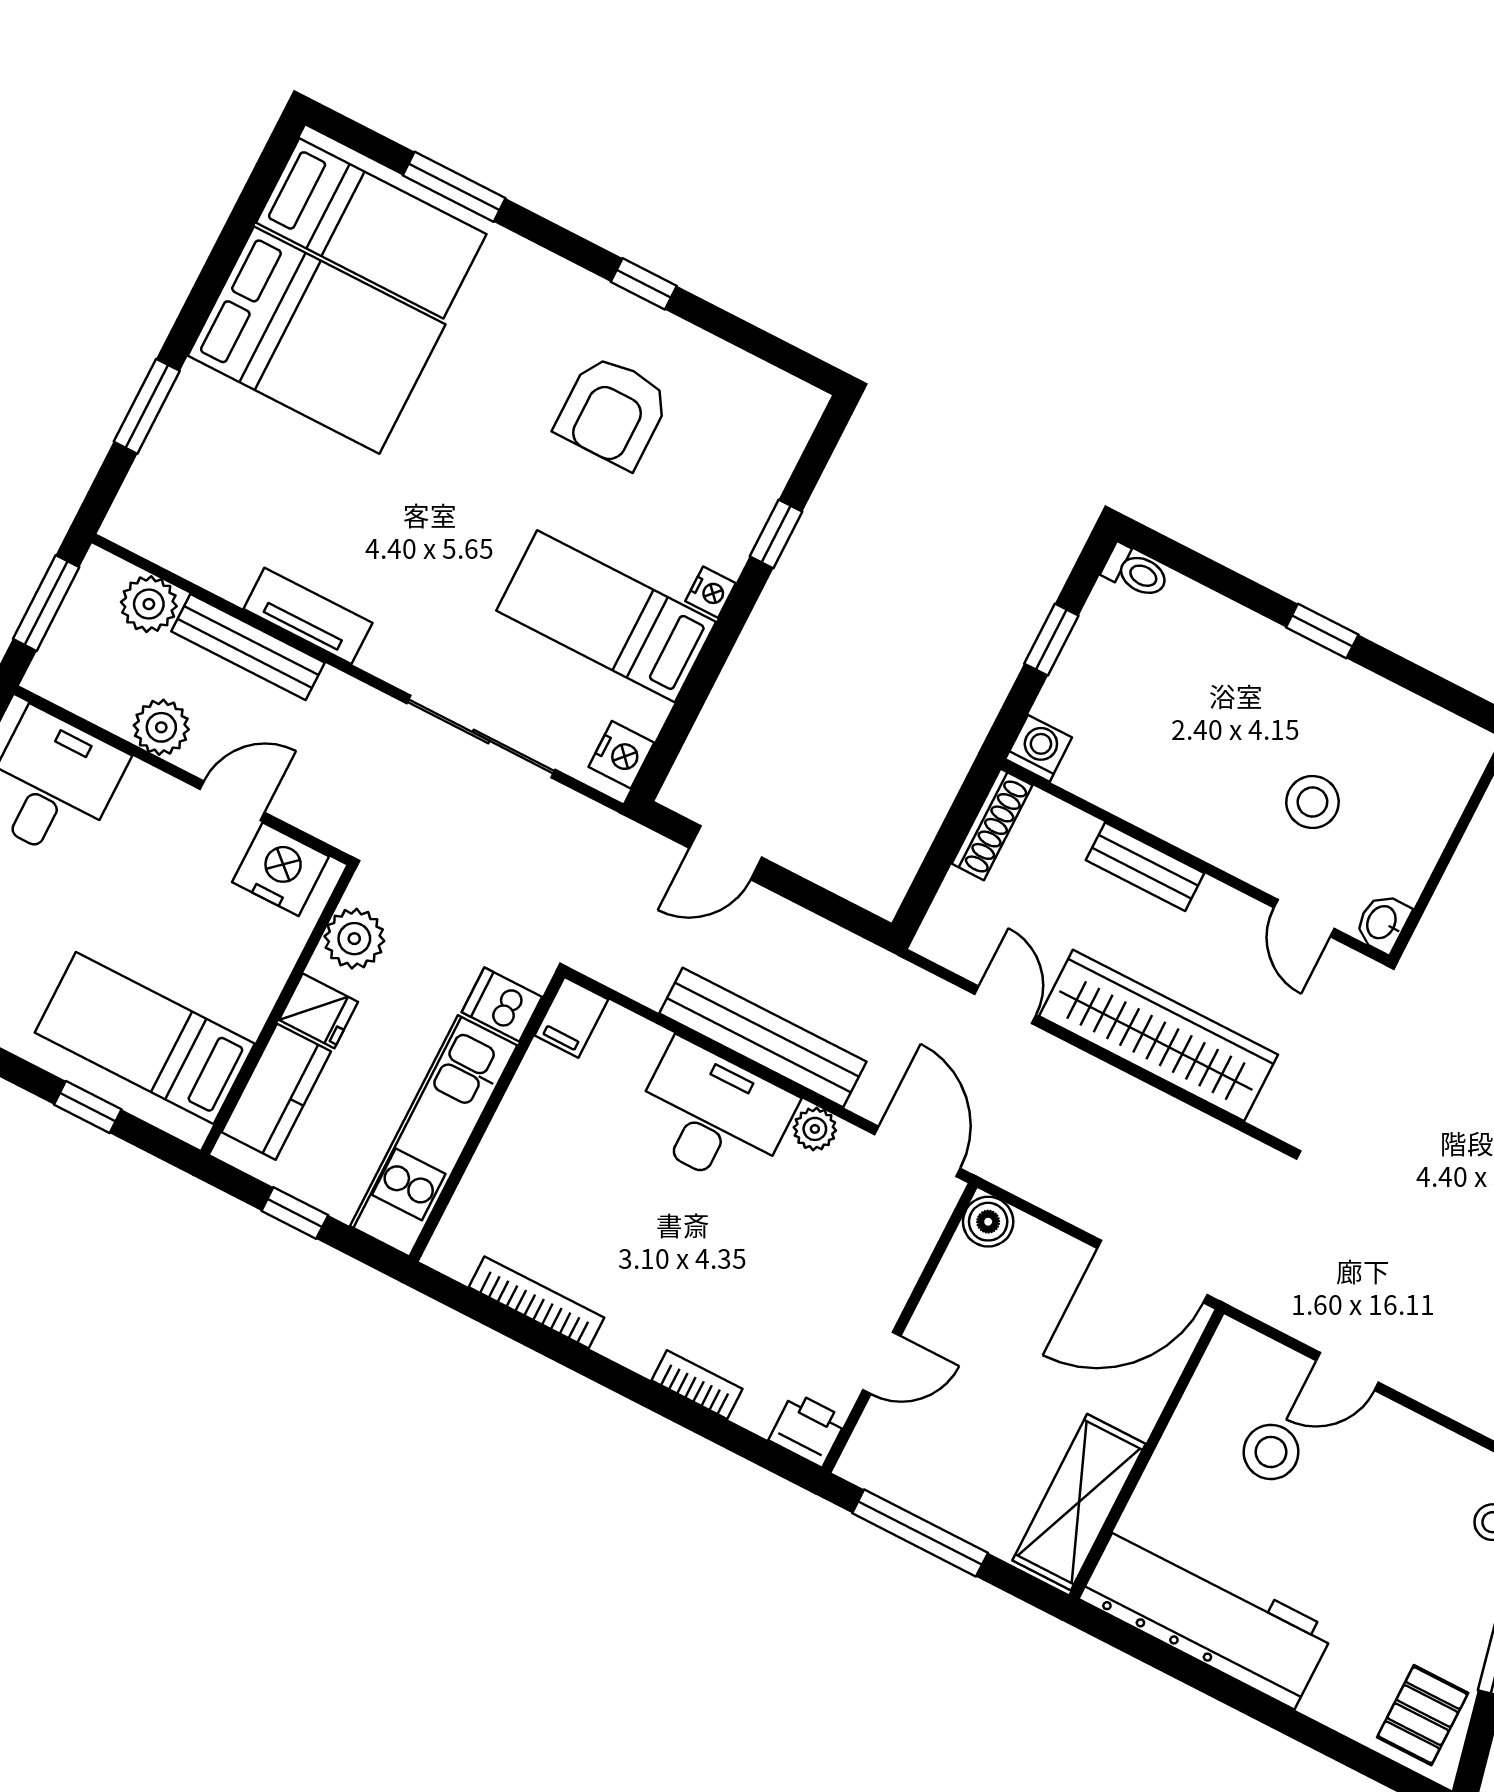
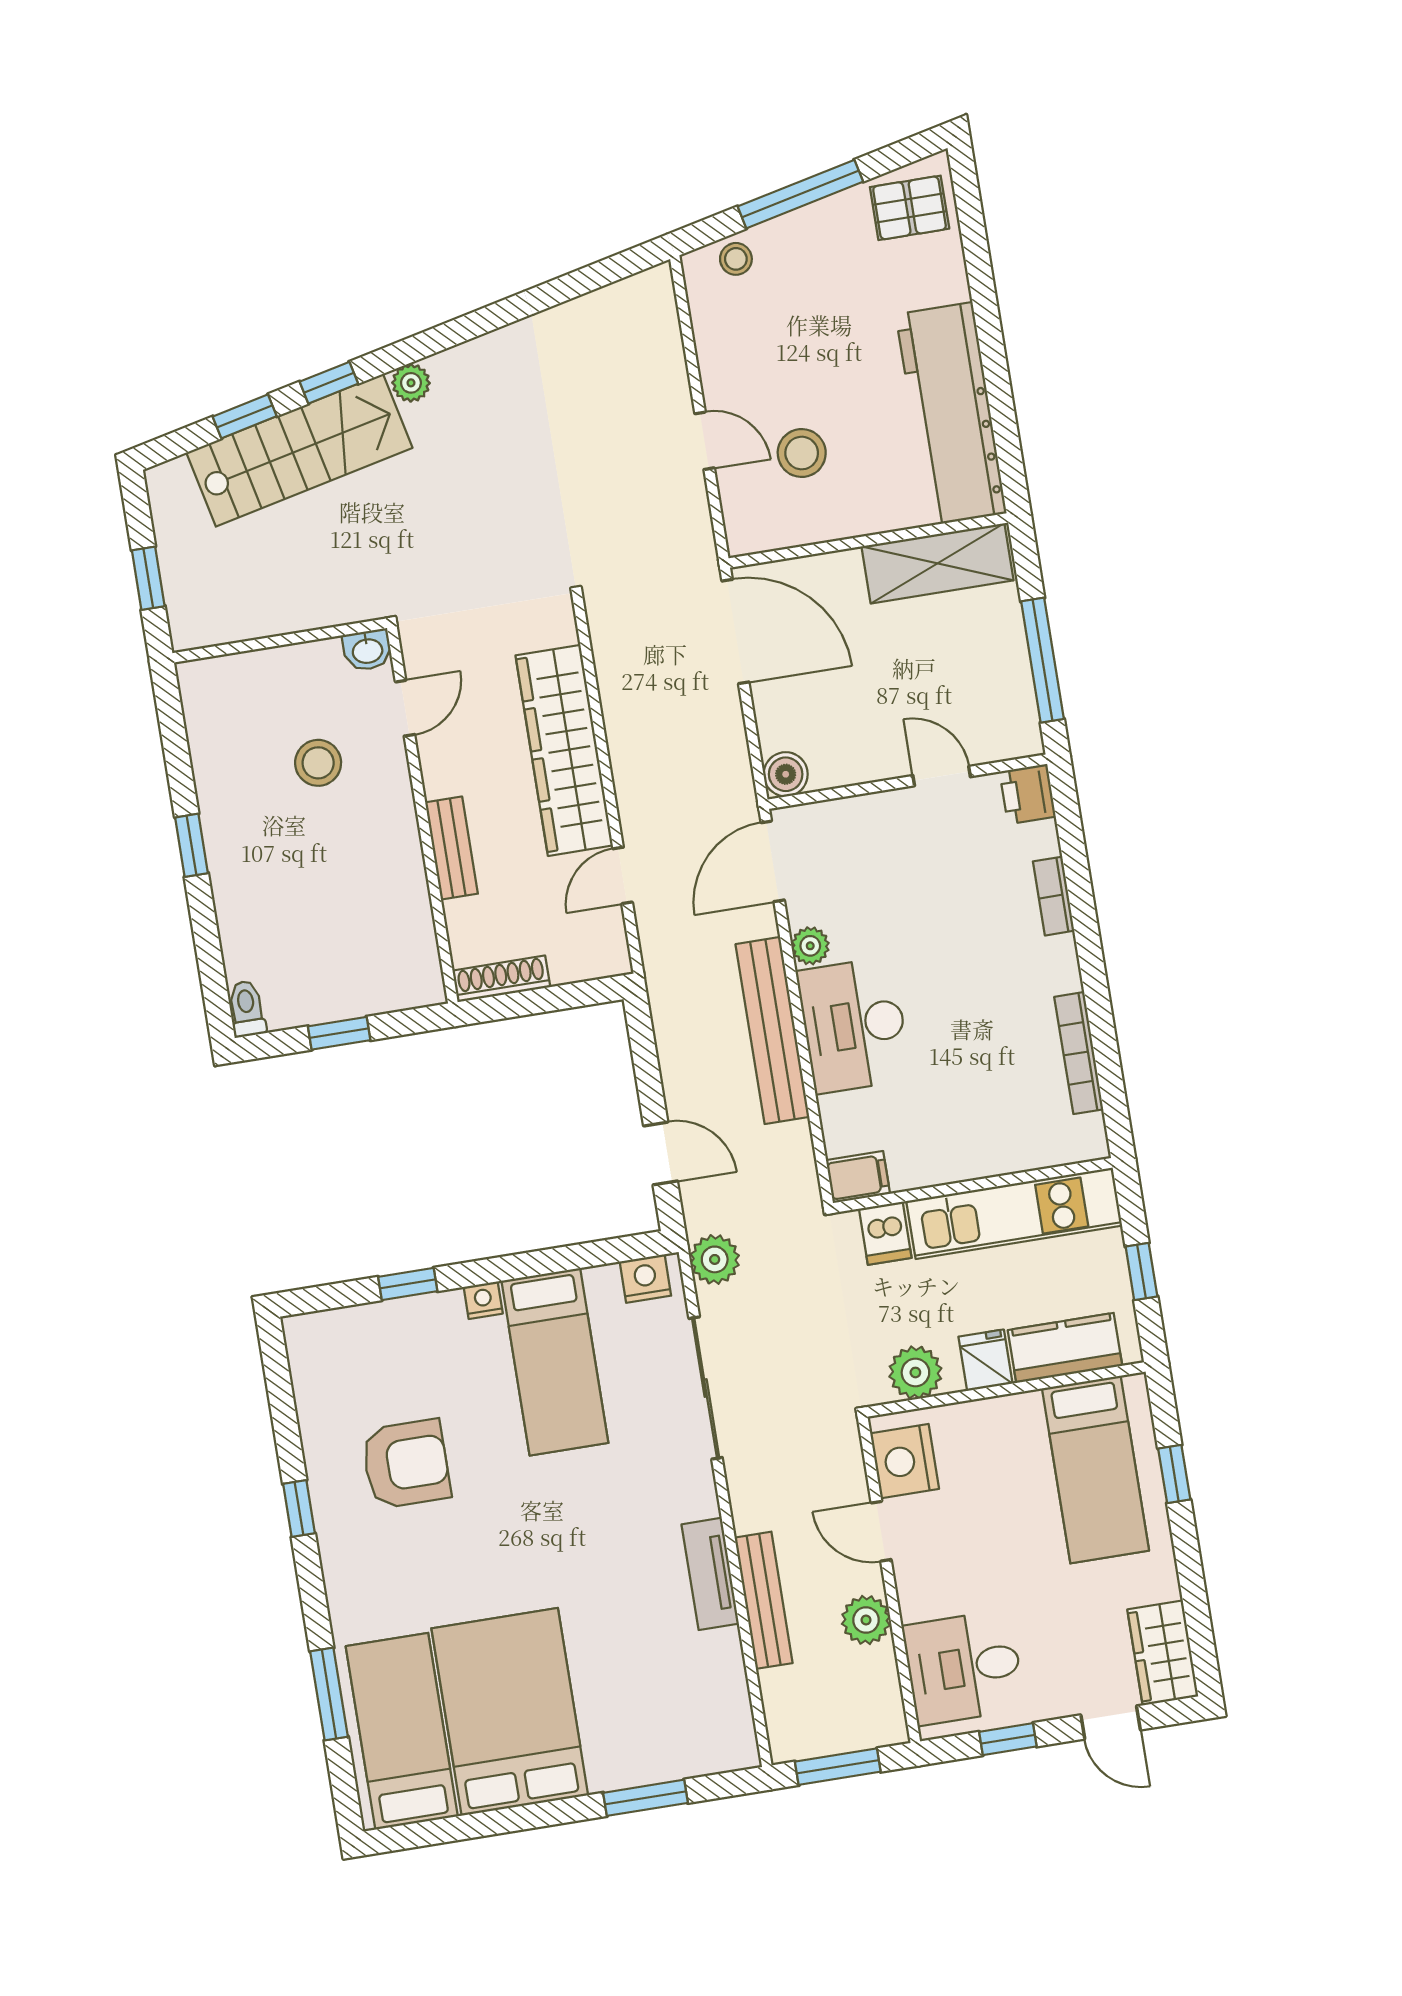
plant: (149, 604) -> (715, 1259), moved
washing machine: (1039, 748) -> (423, 985), removed

